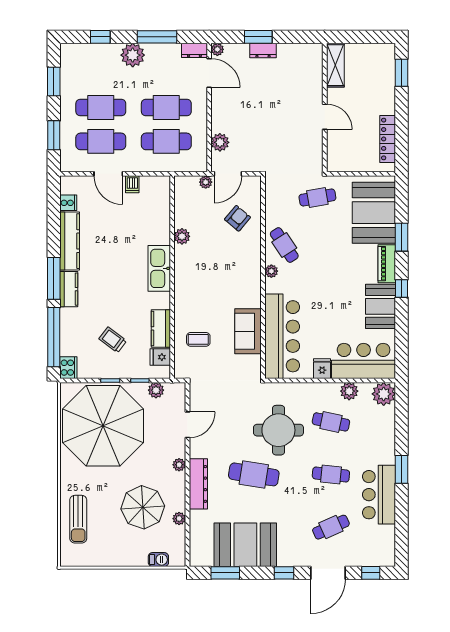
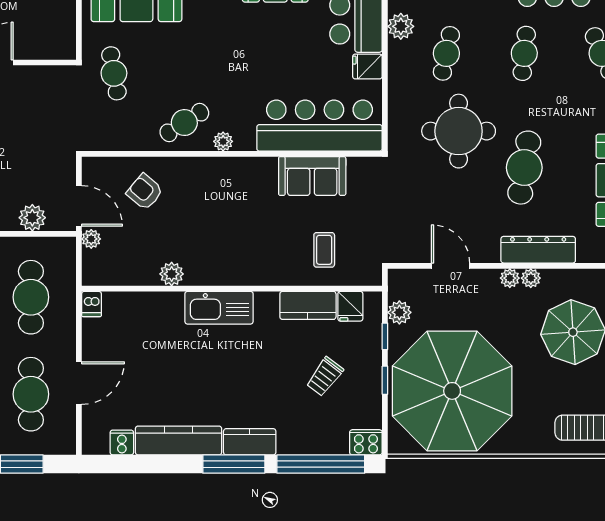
dishwasher: (132, 184) -> (91, 304), moved, turned 90
plant: (179, 519) -> (531, 278), moved

